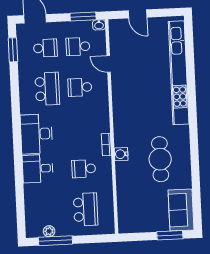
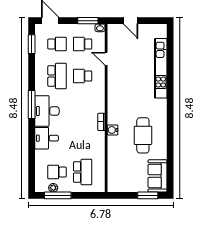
kitchen unit: (179, 73) -> (161, 68), width x0.73
window: (17, 127) -> (32, 105), added
school desk: (84, 169) -> (57, 172), moved

